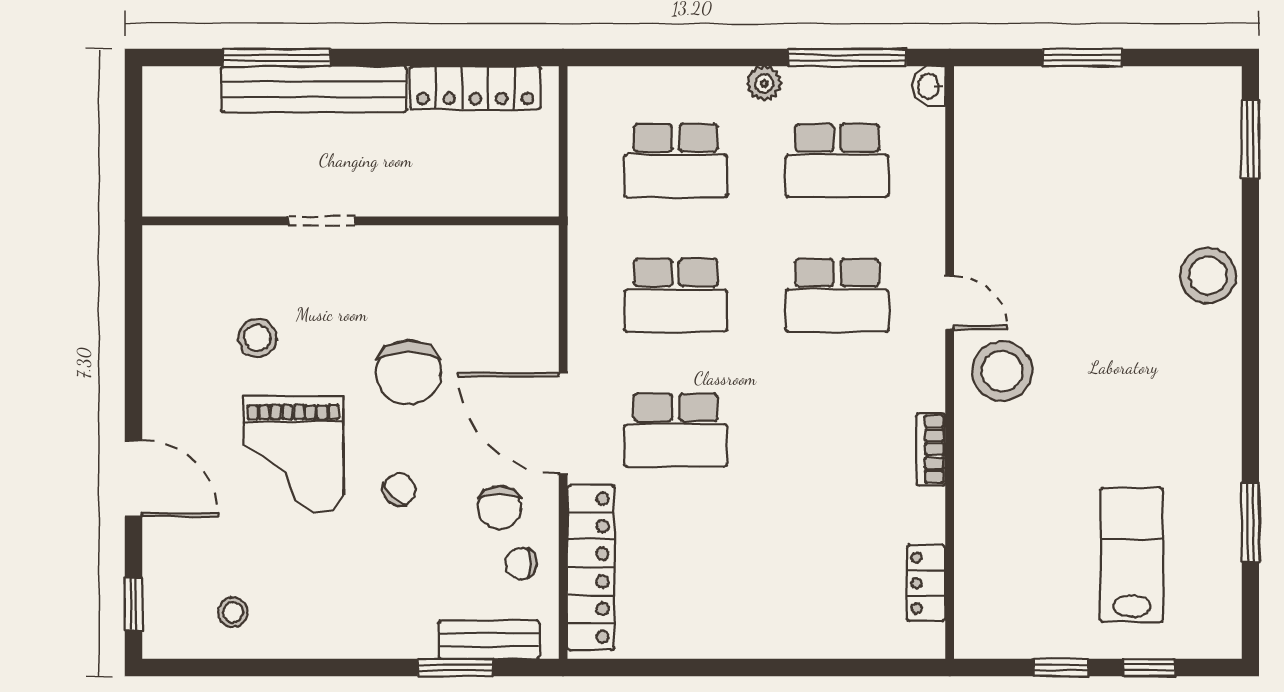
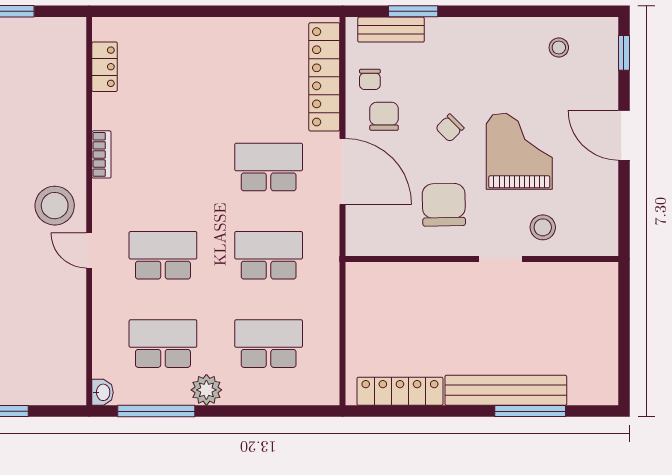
plant: (764, 83) -> (206, 390), width x1.38, depth x1.38
doorway: (322, 221) -> (501, 259), moved
wall: (350, 221) -> (482, 259), moved
chair: (521, 564) -> (370, 79), turned 90

